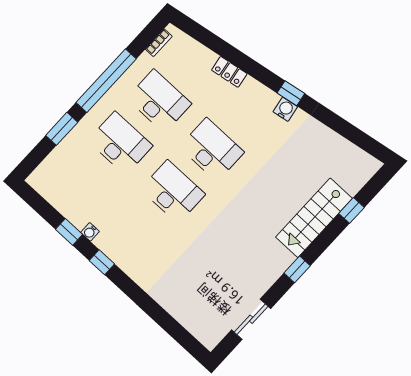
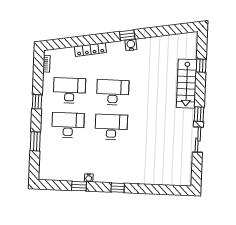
locker: (229, 72) -> (90, 50), width x1.53
window: (106, 81) -> (37, 102), width x0.32
window: (102, 262) -> (118, 188), moved
sliding door: (251, 319) -> (198, 140), moved

